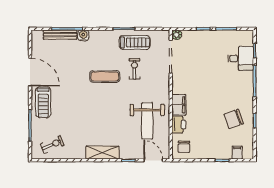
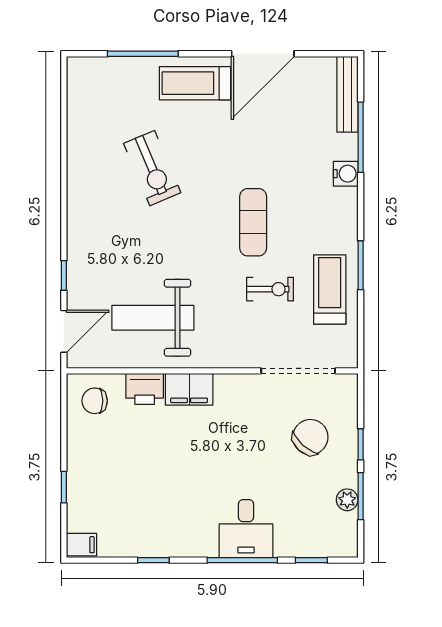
bench: (60, 35) -> (347, 94), moved
plant: (177, 35) -> (347, 500), moved
treadmill: (135, 43) -> (330, 290), turned 180
desk: (241, 58) -> (246, 529), moved
chair: (234, 119) -> (310, 437), moved, turned 62
exercise bike: (52, 145) -> (152, 168), moved, width x1.38, depth x1.39
shelving: (103, 153) -> (81, 217), removed
filing cabinet: (237, 153) -> (81, 545), moved

